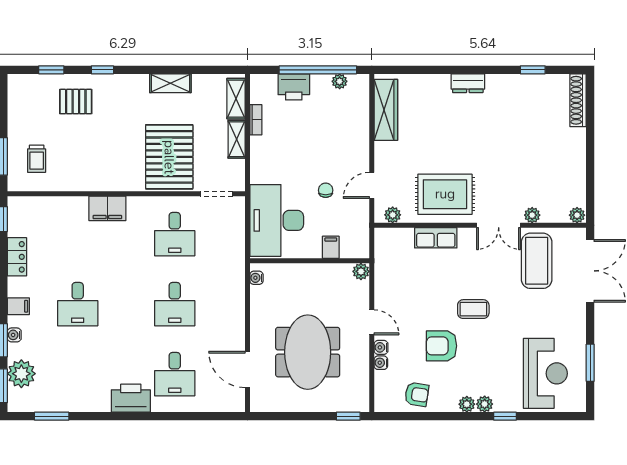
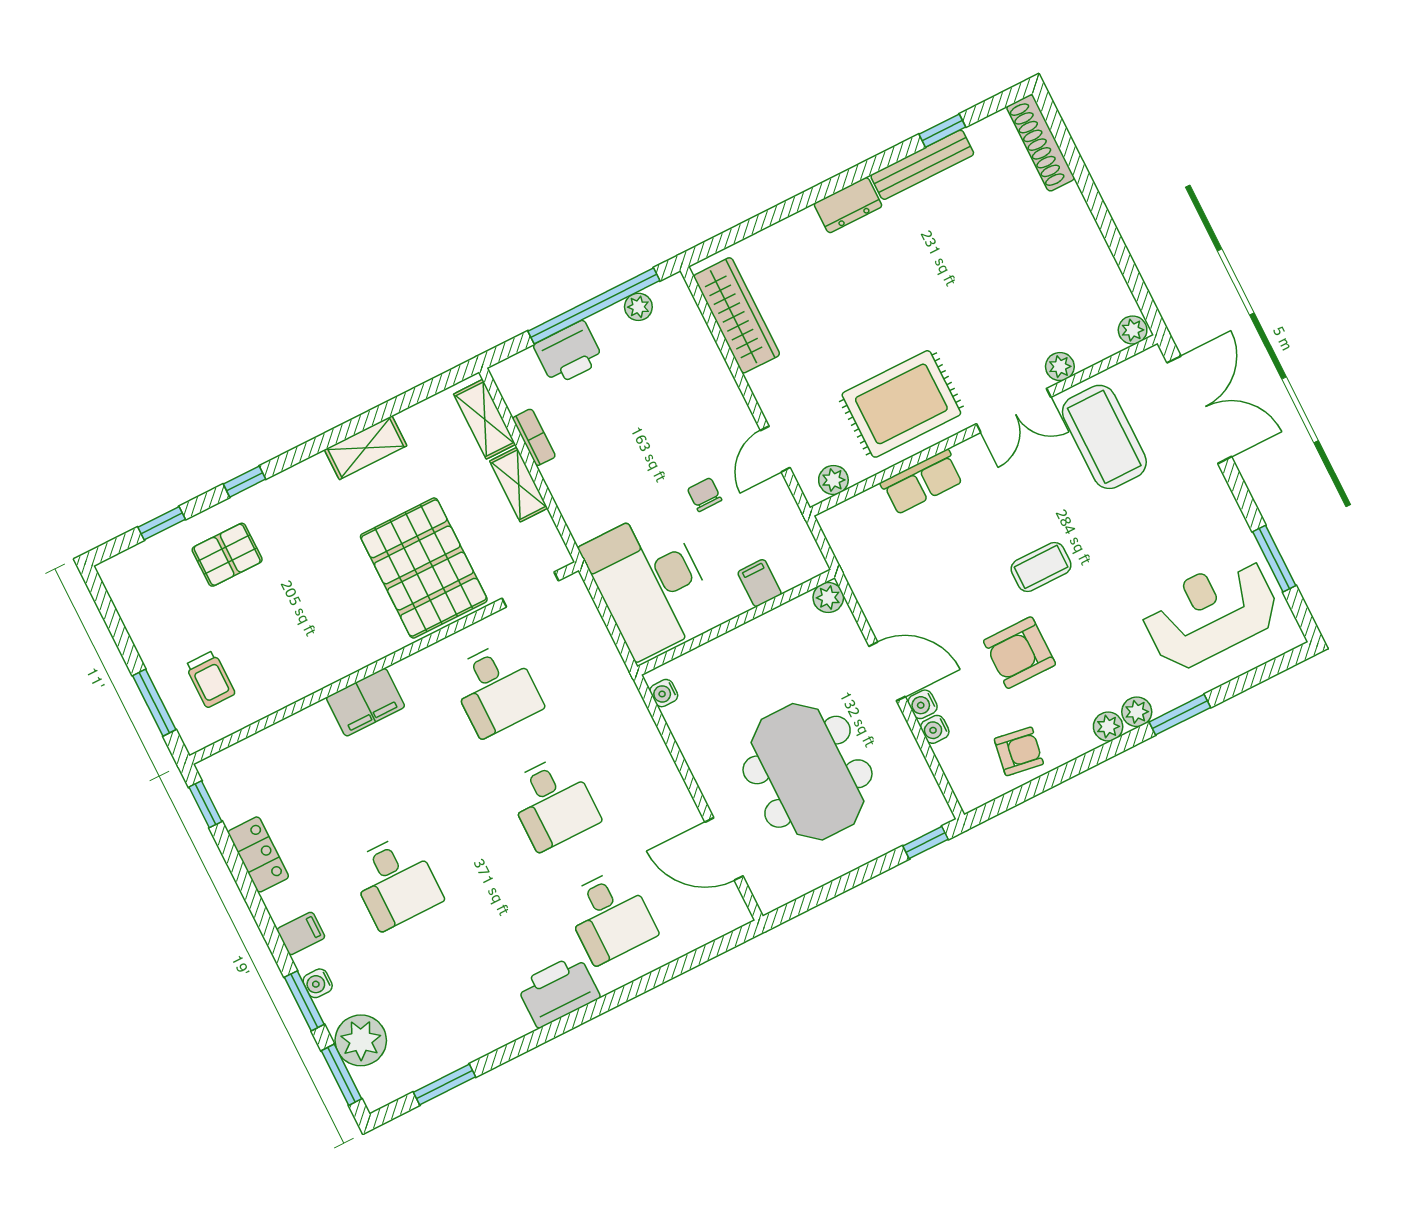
bench: (514, 82) -> (922, 165), added
door: (372, 322) -> (887, 671), width x1.38
reception desk: (545, 373) -> (1210, 613), turned -90
window: (505, 416) -> (1180, 715), width x1.50

